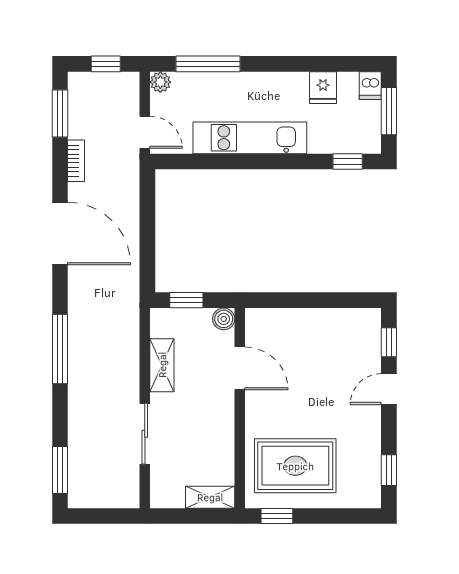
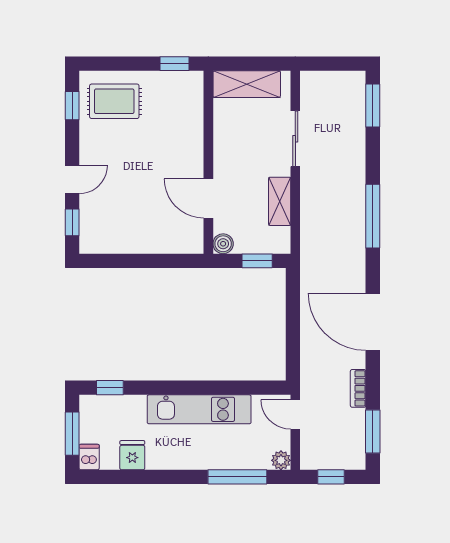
rug: (295, 466) -> (114, 101), moved, width x0.73, depth x0.70
shelving: (210, 497) -> (247, 84), width x1.50, depth x1.33

